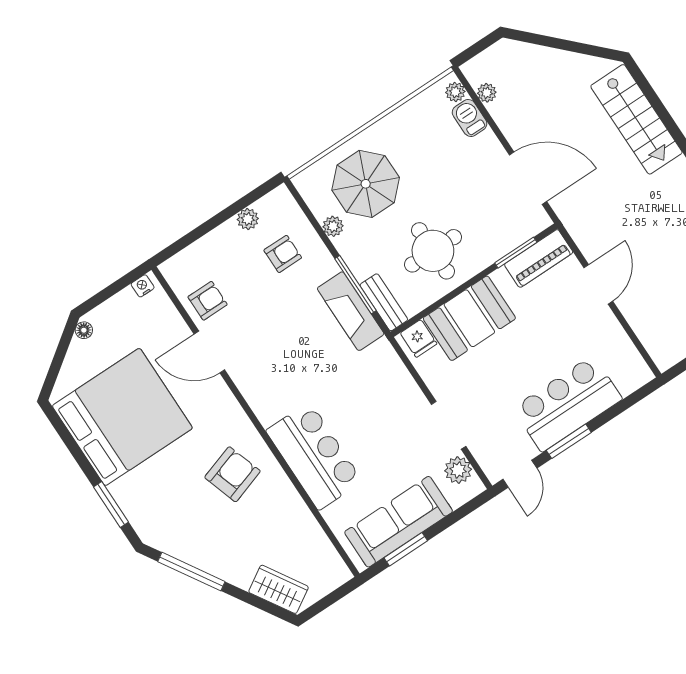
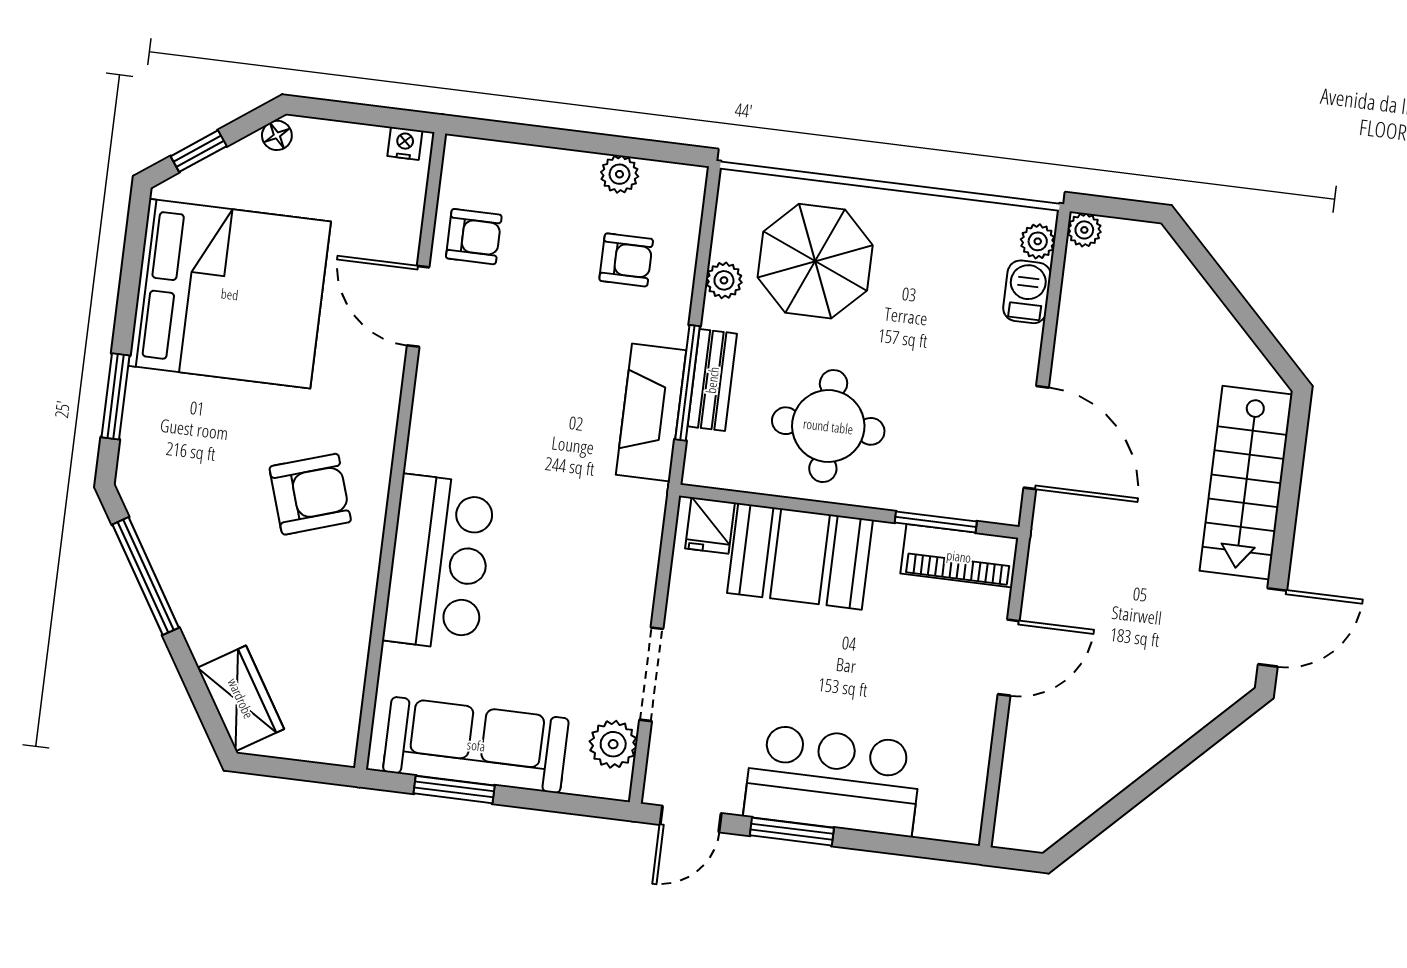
plant: (487, 93) -> (1084, 230), moved
bench: (384, 302) -> (712, 380), moved
window: (56, 366) -> (199, 151), added

